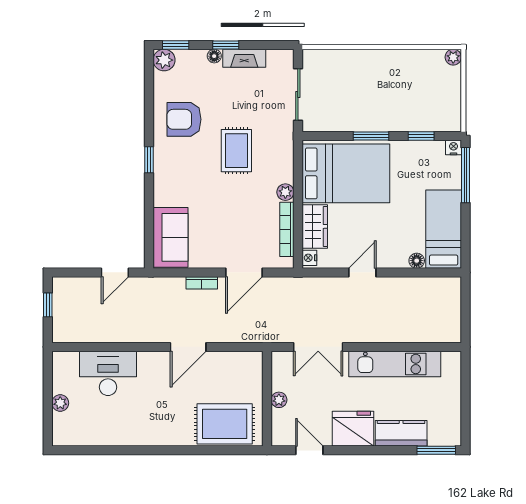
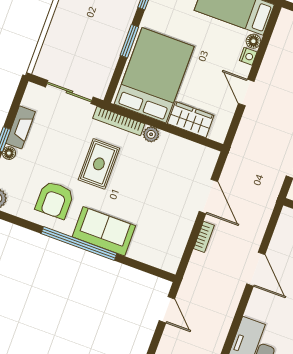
rug: (236, 151) -> (99, 164), turned 90
window: (149, 160) -> (79, 244), width x3.17
bookcase: (287, 229) -> (119, 121), moved
sofa: (171, 237) -> (104, 231), moved
nightstand: (309, 258) -> (248, 56), moved, turned -90

